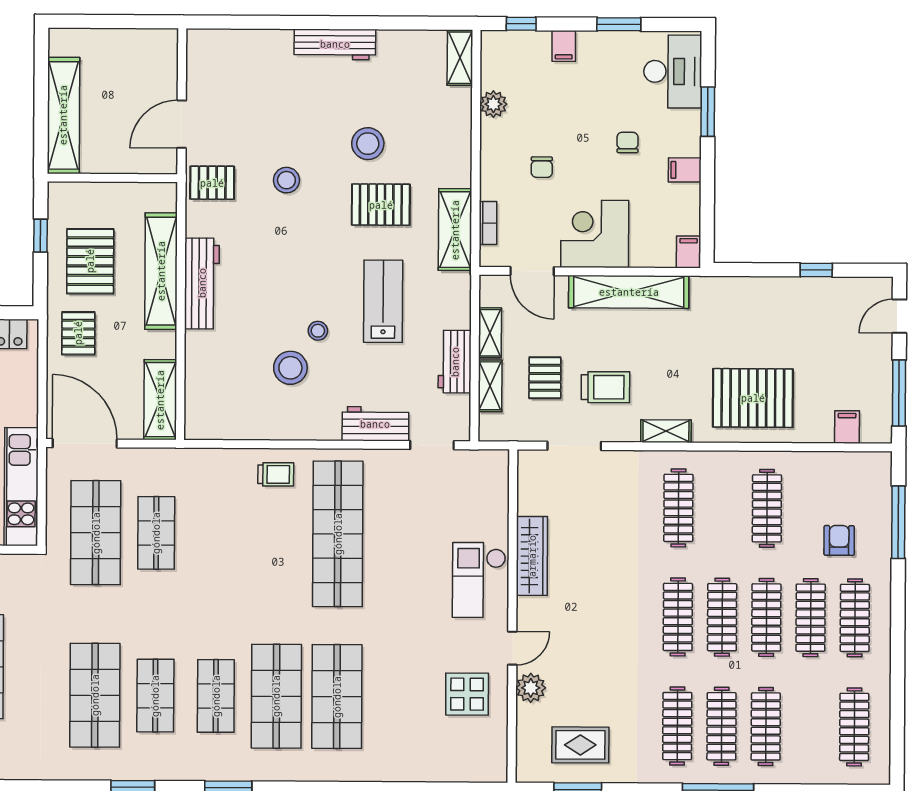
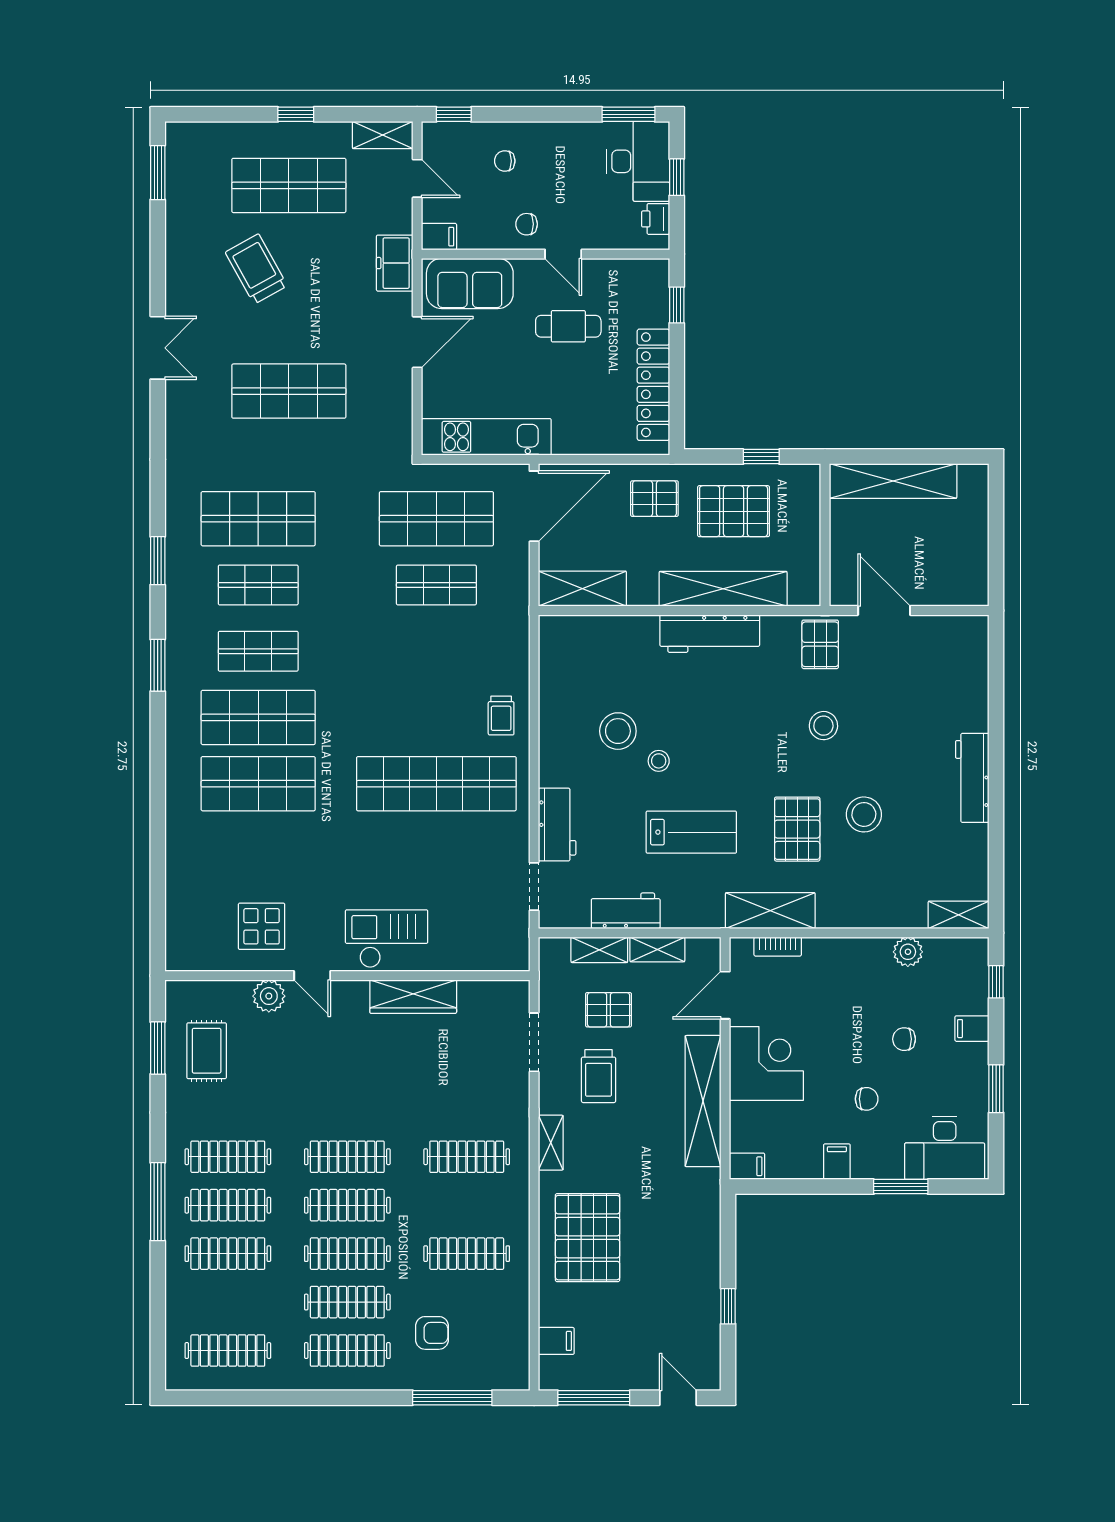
chair: (542, 167) -> (904, 1039), moved

